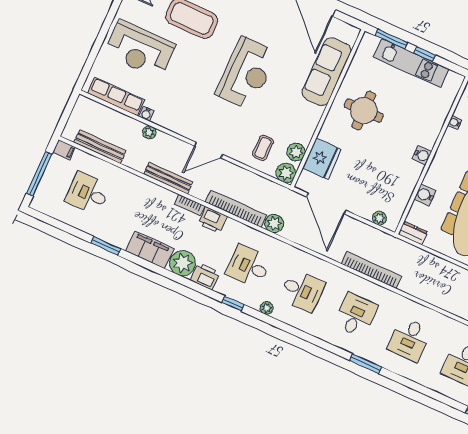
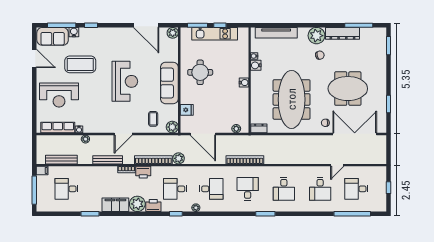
sofa: (327, 72) -> (169, 83), moved
plant: (296, 152) -> (173, 33), moved
fridge: (322, 159) -> (187, 110), width x0.53, depth x0.75
water cooler: (425, 195) -> (256, 65), moved

